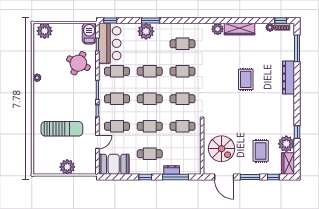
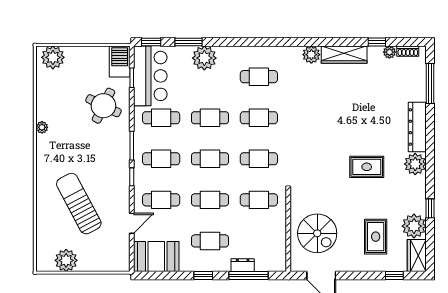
window: (151, 21) -> (189, 42), moved
window: (281, 21) -> (377, 42), moved
rug: (246, 79) -> (367, 167), moved, turned 90
plant: (287, 102) -> (415, 164), added
sun lounger: (62, 129) -> (79, 204), turned -118
plant: (67, 167) -> (66, 260), moved
window: (250, 177) -> (360, 276), removed

